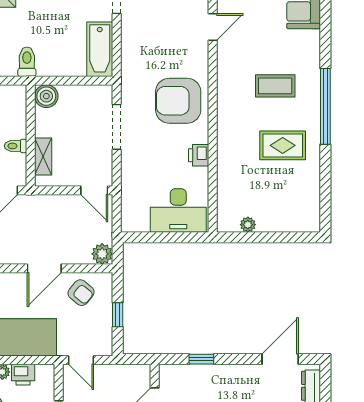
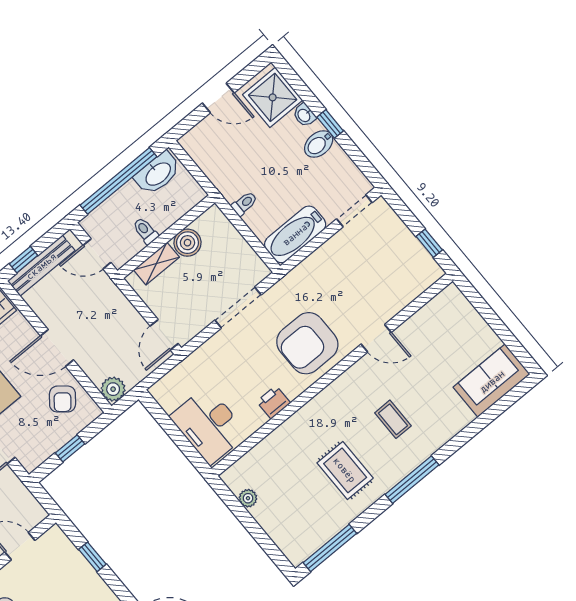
door: (213, 27) -> (376, 338), moved
toilet: (27, 62) -> (244, 204), moved, width x0.73, depth x0.72
coffee table: (275, 86) -> (393, 419), width x0.73, depth x0.77
boiler: (46, 96) -> (187, 243), moved
armchair: (178, 101) -> (307, 343), turned -90
window: (325, 106) -> (412, 480), width x0.68
window: (325, 198) -> (330, 548), added

